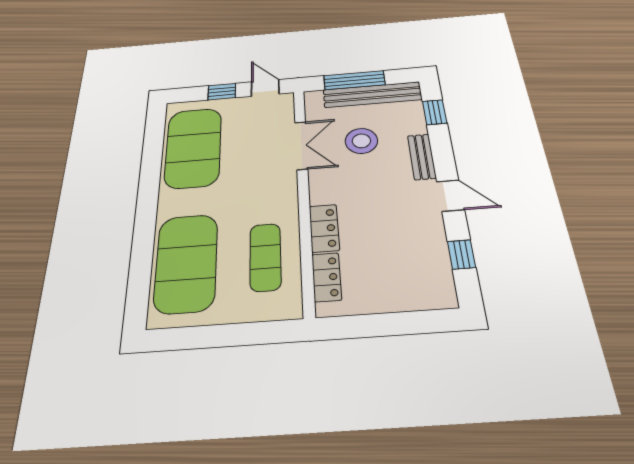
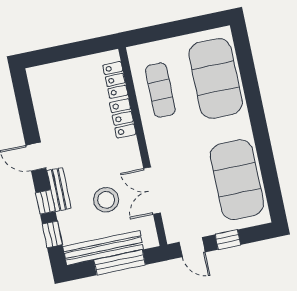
window: (462, 254) -> (45, 202), moved

